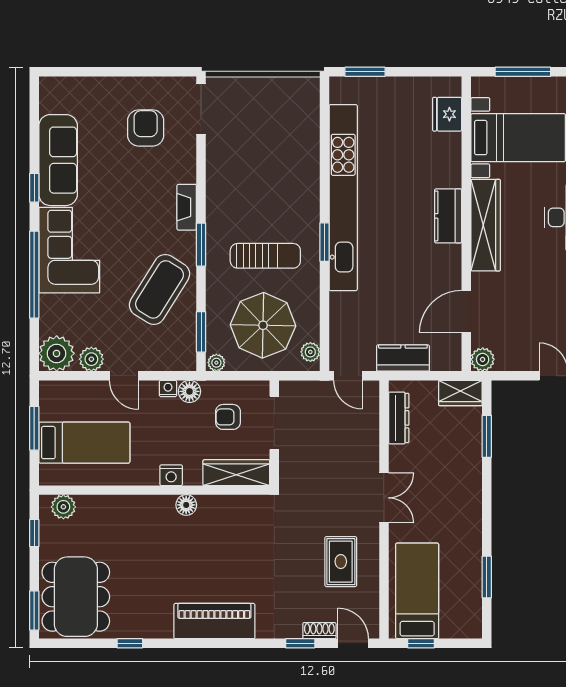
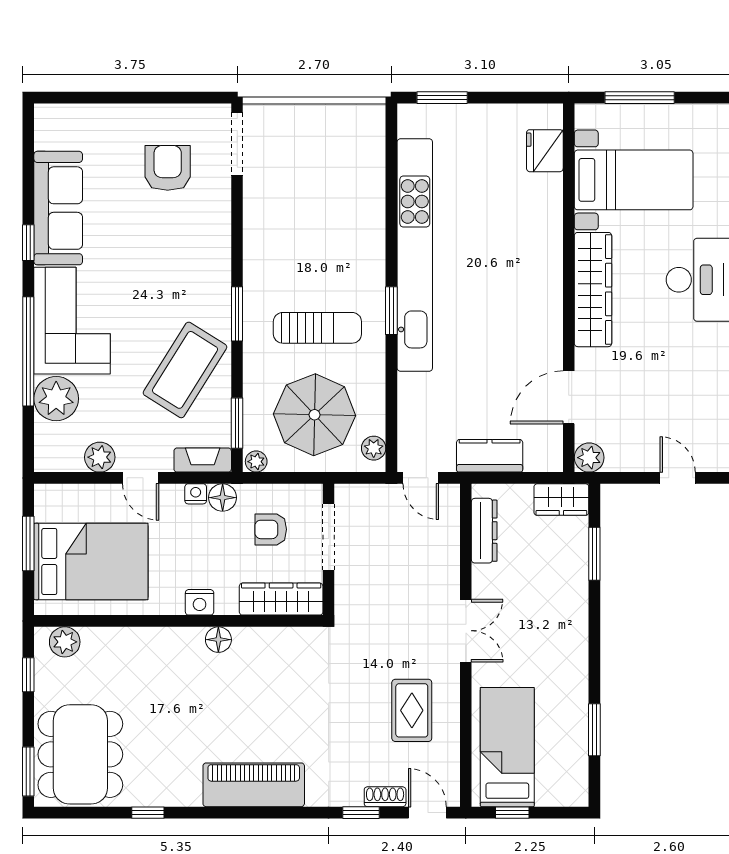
fireplace: (187, 207) -> (203, 460), moved, turned 90
kitchen counter: (448, 216) -> (546, 278), removed
plant: (57, 353) -> (56, 399), moved
bed: (84, 443) -> (91, 561), width x1.50

